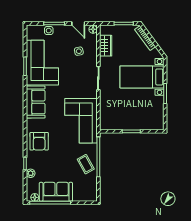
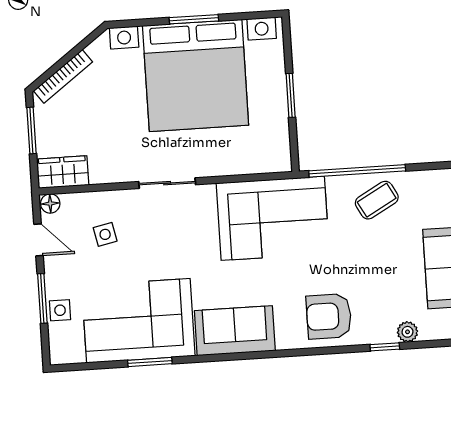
door: (78, 24) -> (38, 240), hinge flipped
wardrobe: (106, 46) -> (63, 172), moved
bed with nightstands: (142, 77) -> (196, 75), width x1.85
armchair: (39, 141) -> (329, 316), turned 180

